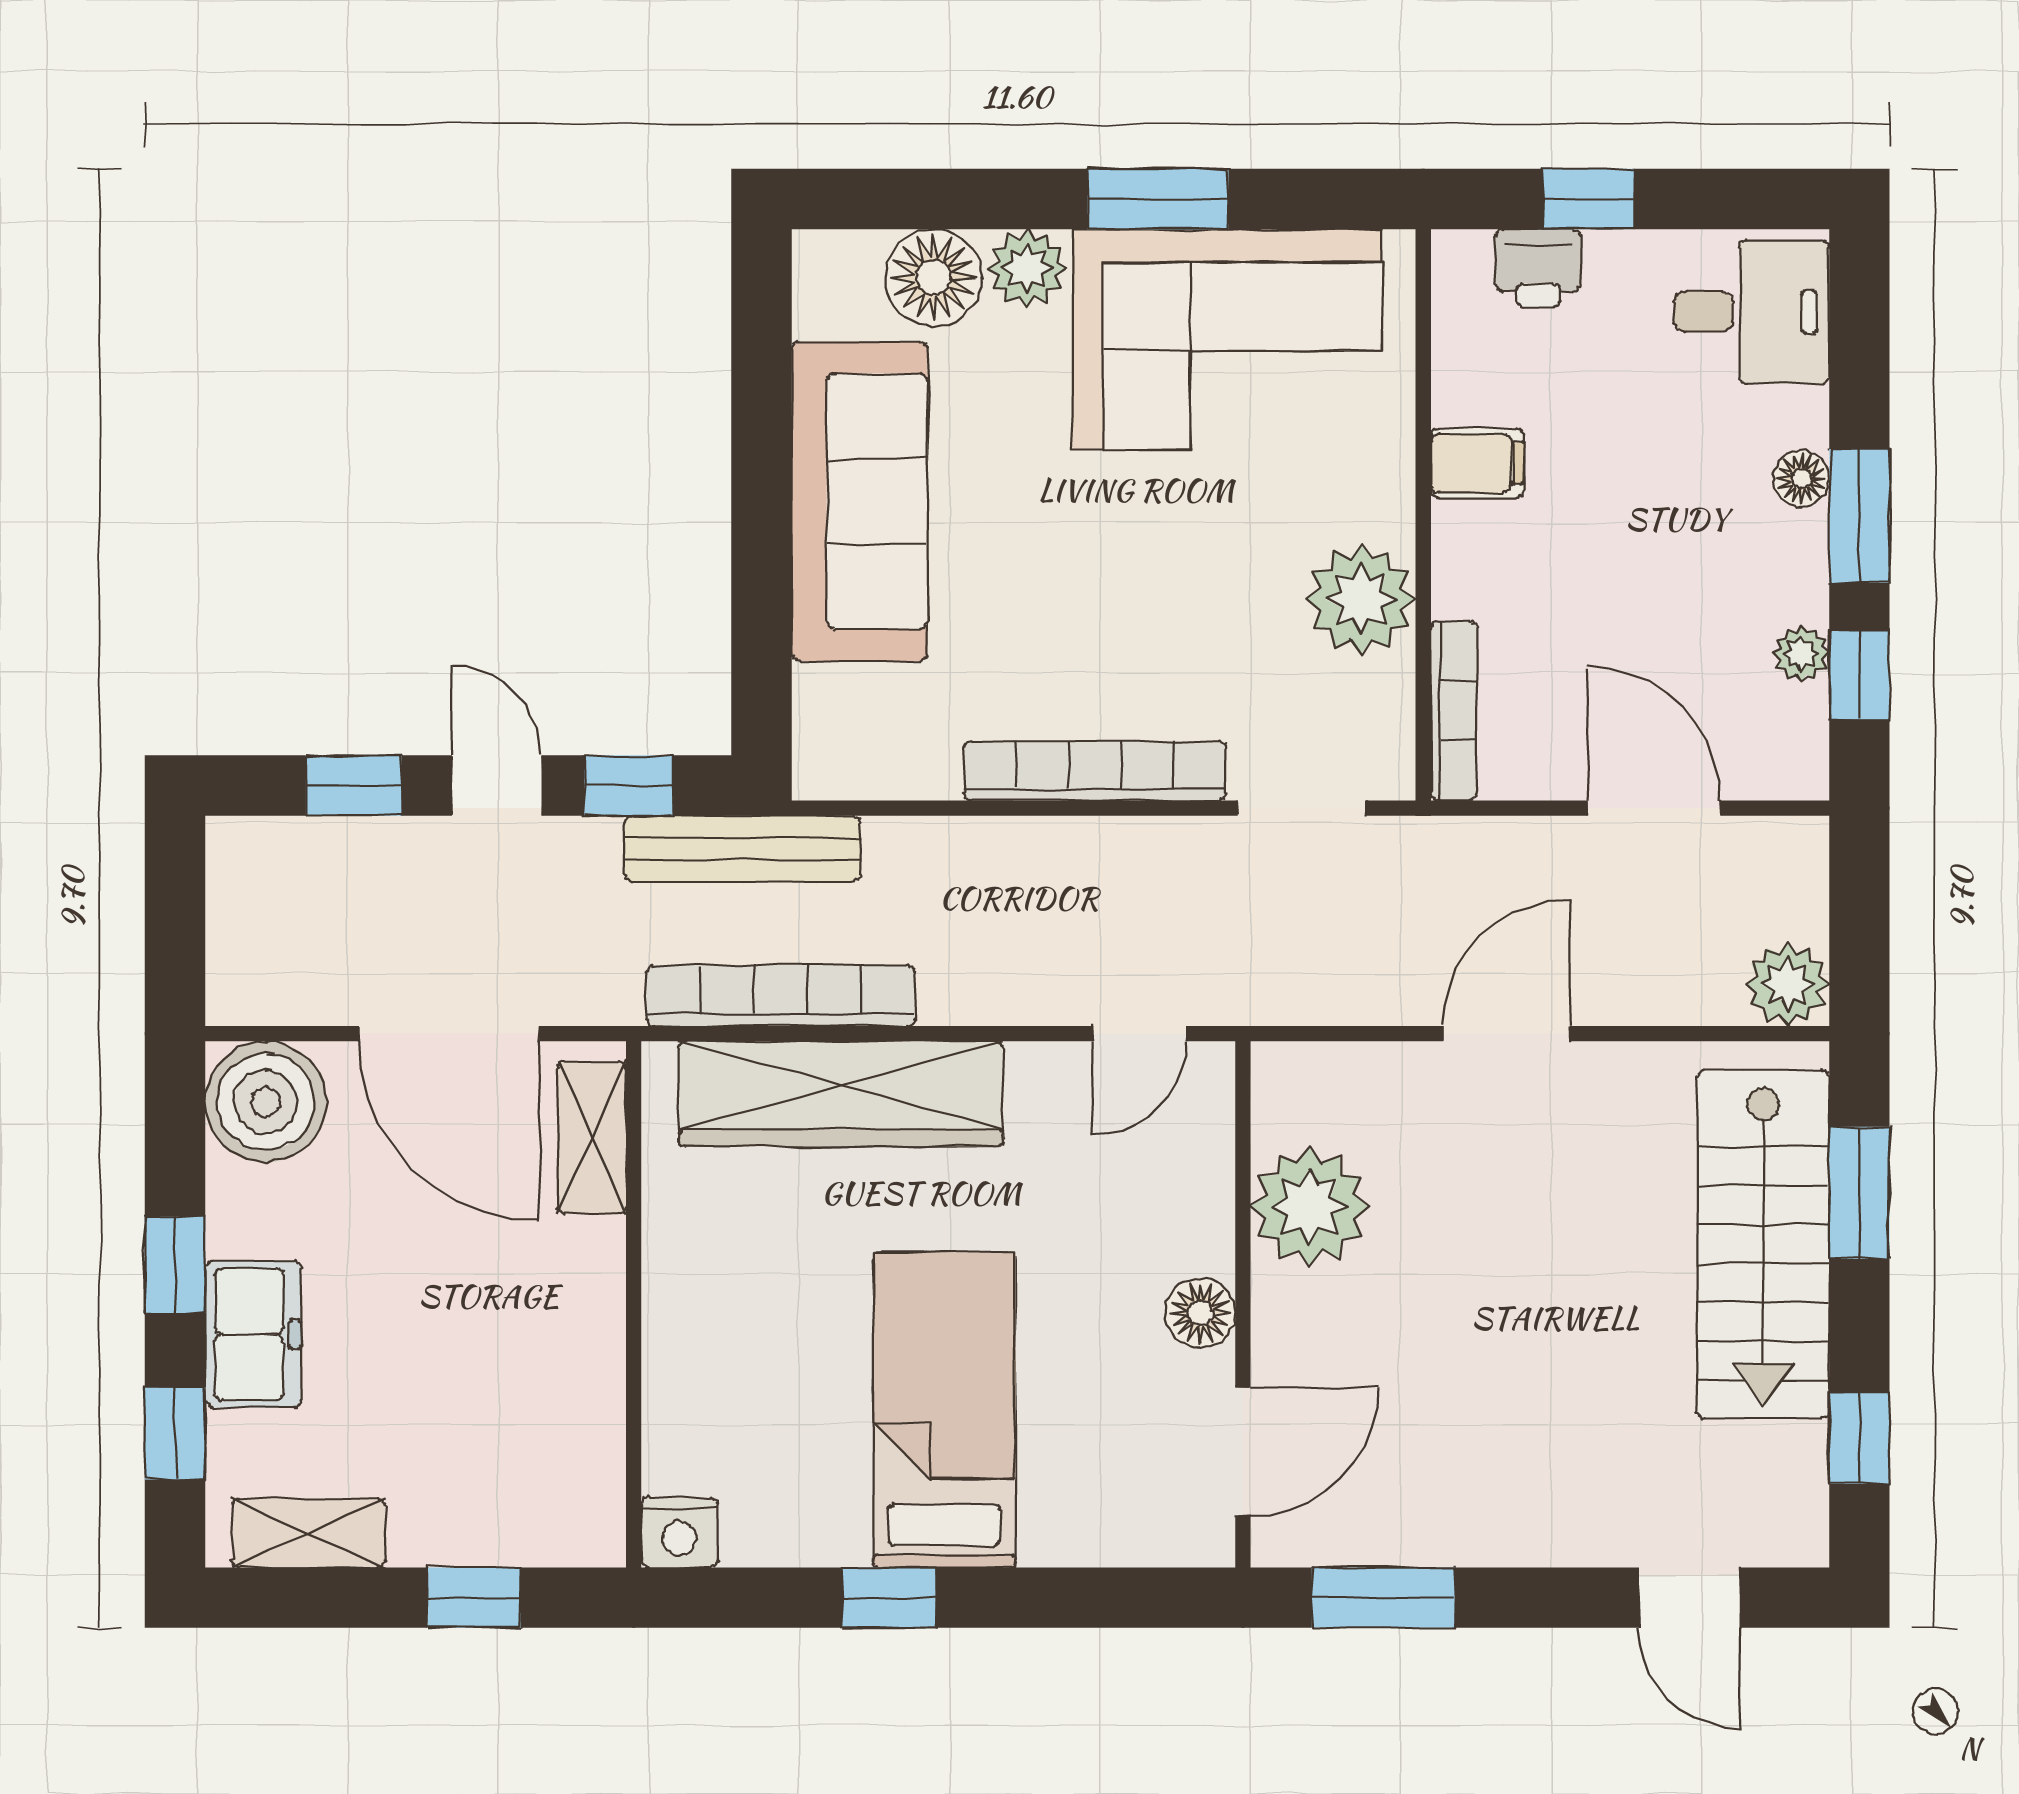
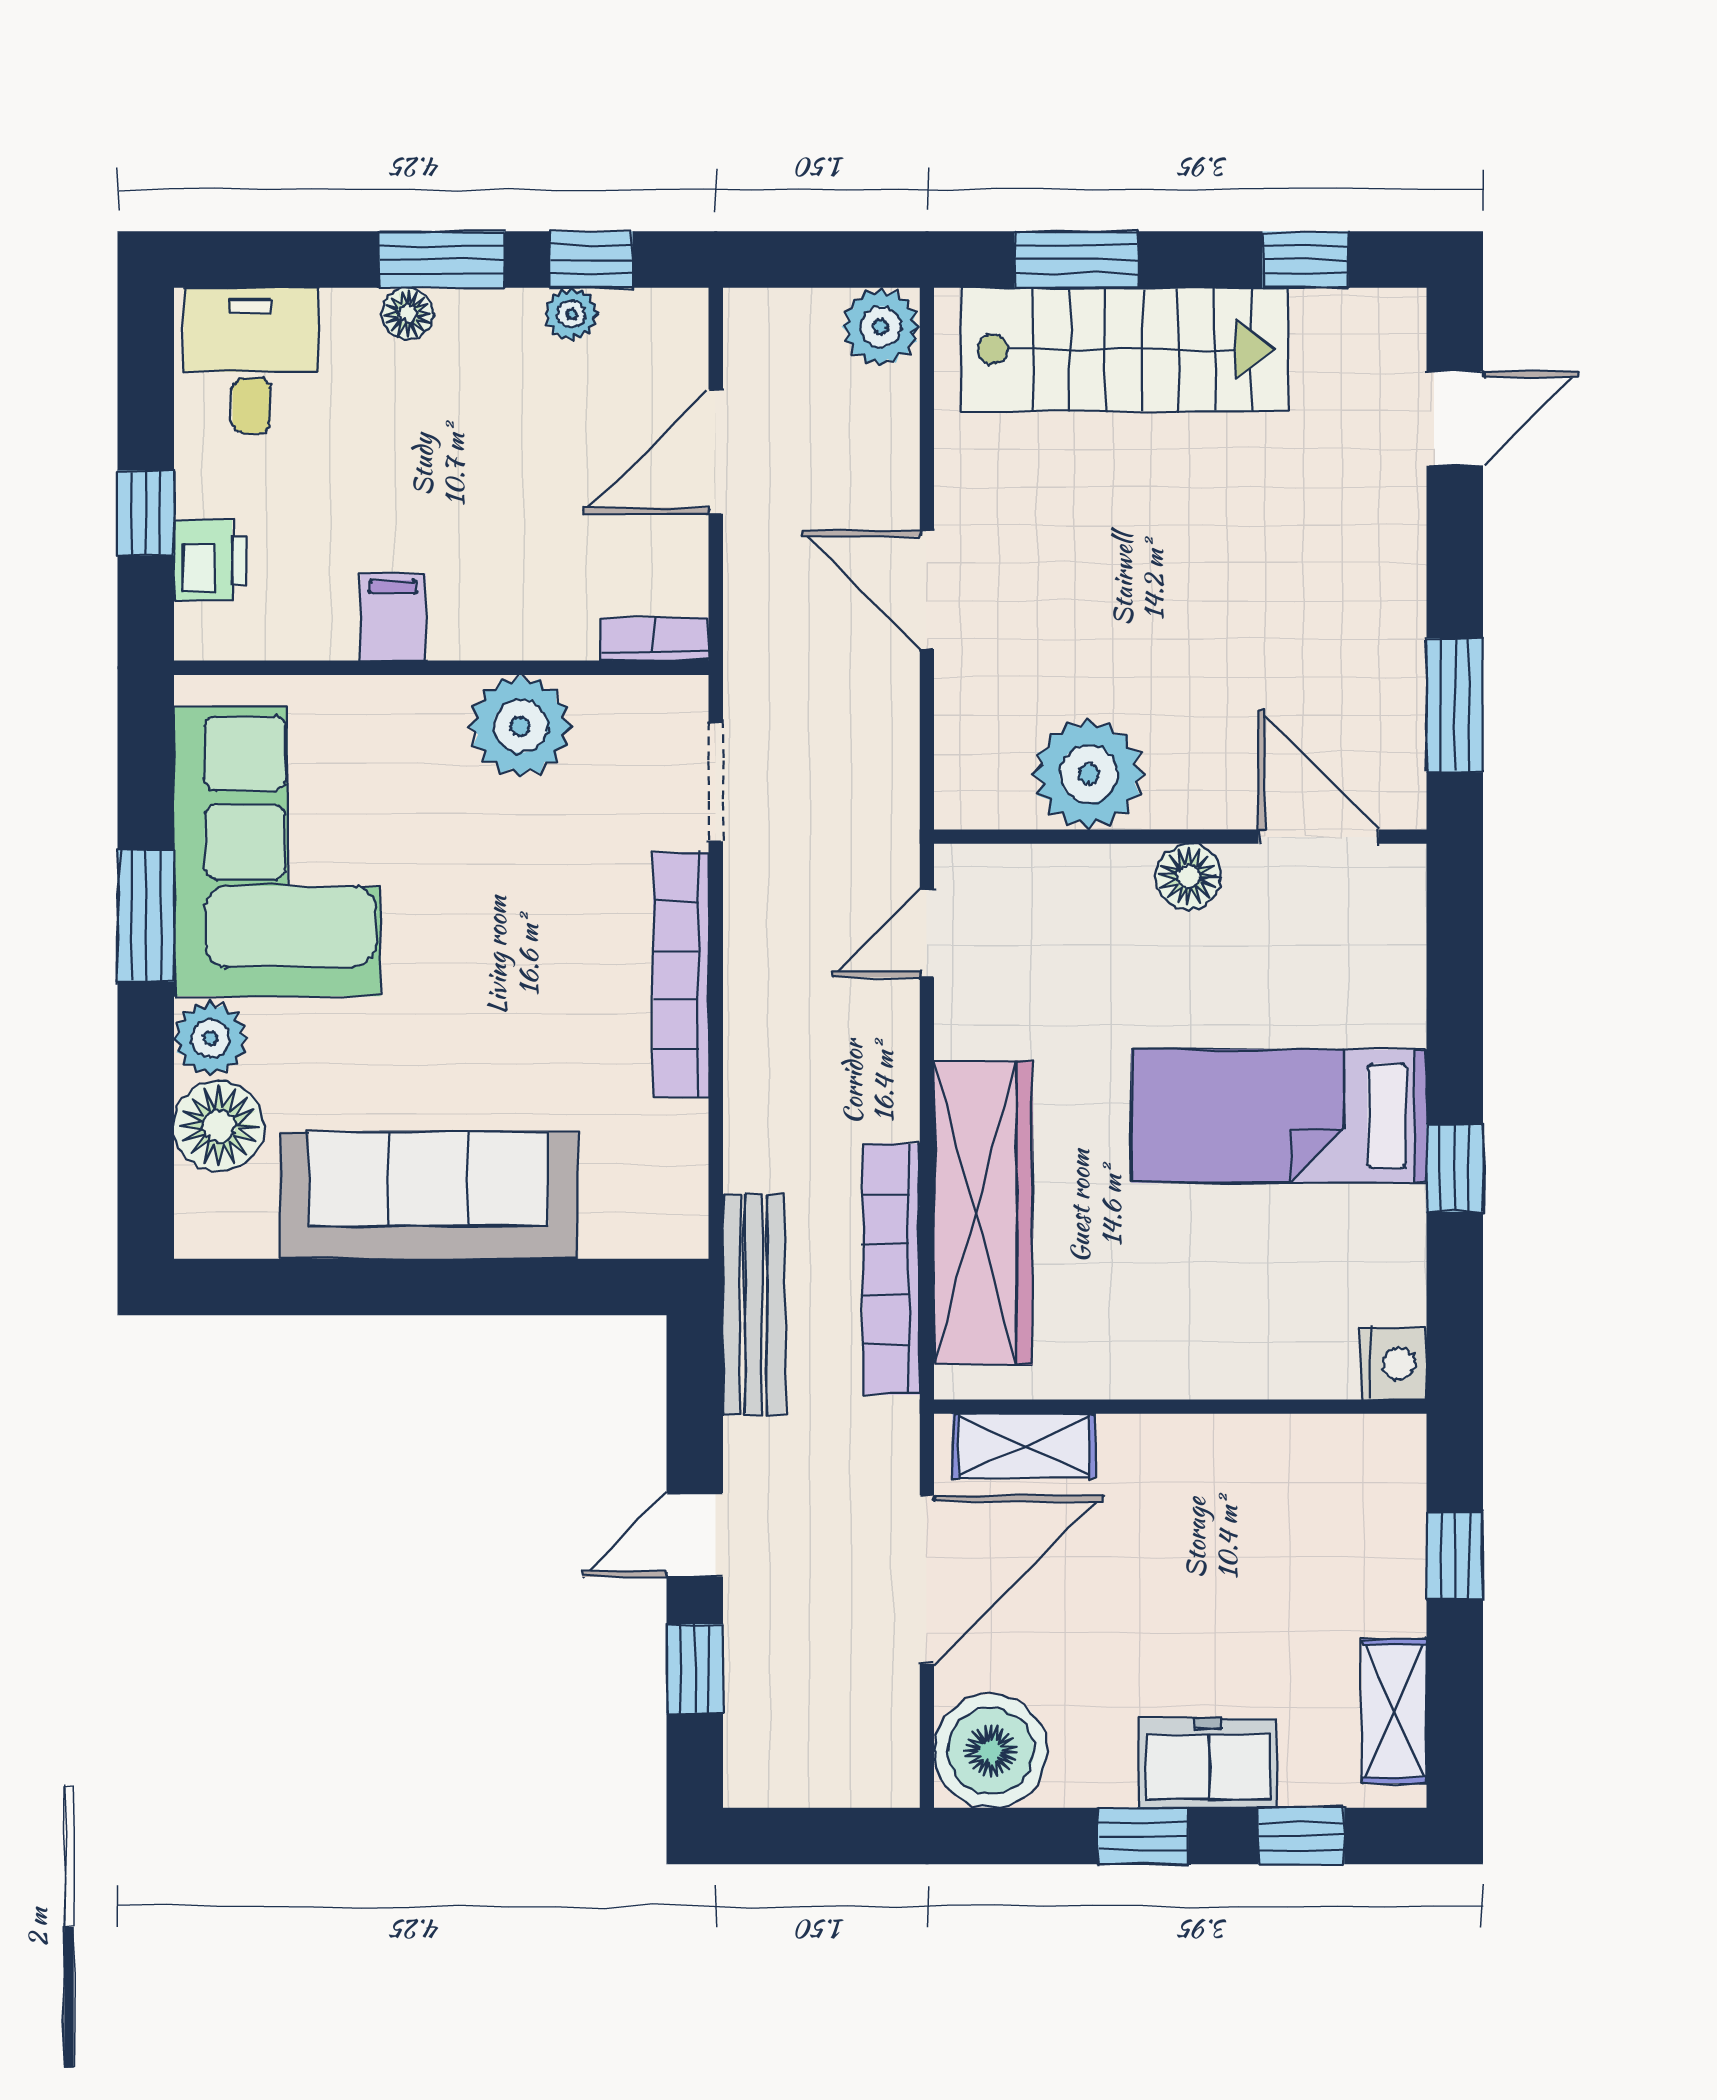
bookcase: (1454, 711) -> (655, 639), width x0.64
window: (628, 786) -> (695, 1412), removed
door: (1139, 1034) -> (927, 934), swing flipped

